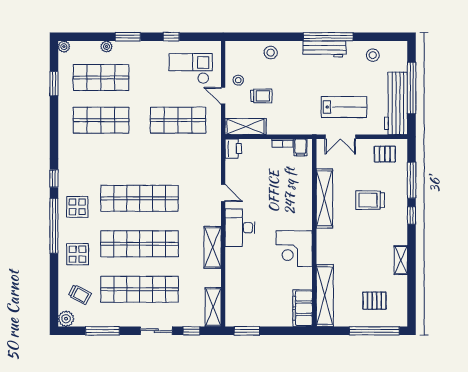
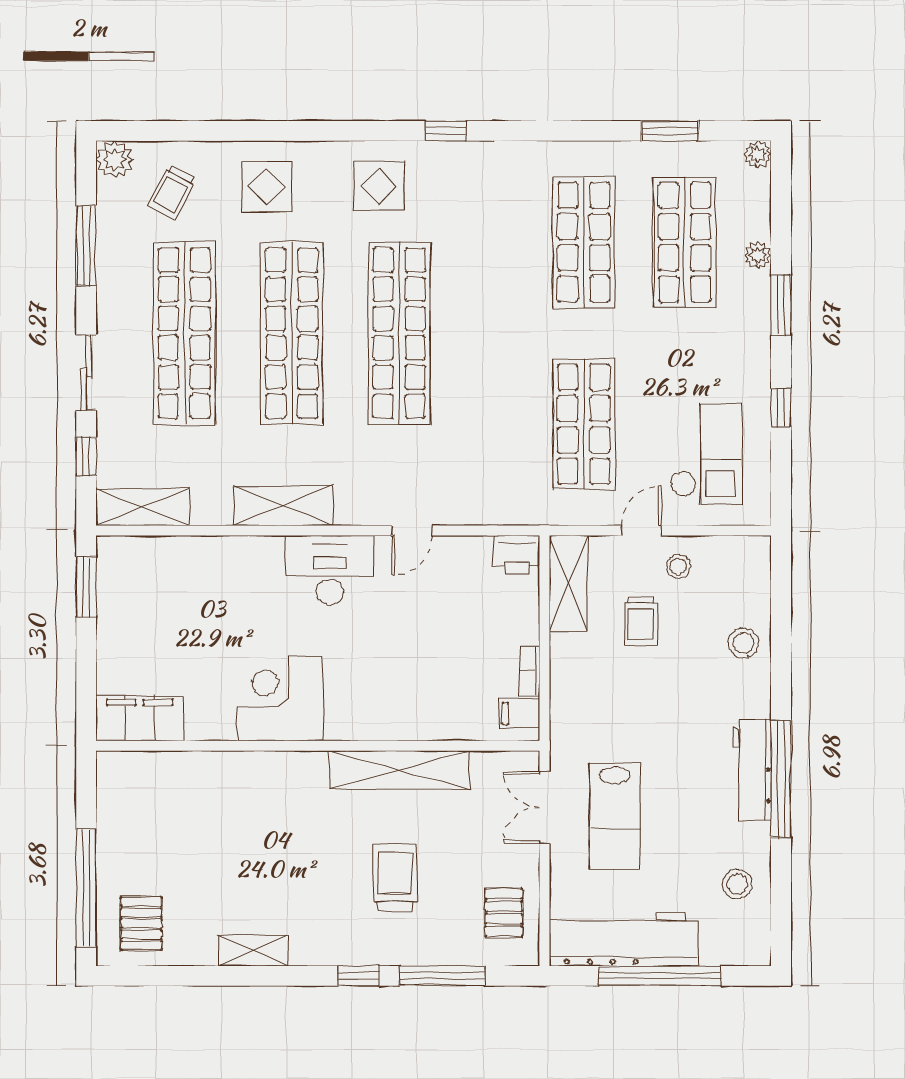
window: (54, 226) -> (334, 131), removed
shelving: (325, 296) -> (169, 771), removed
pallet: (374, 301) -> (141, 923), moved

